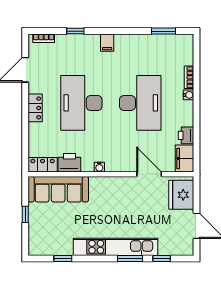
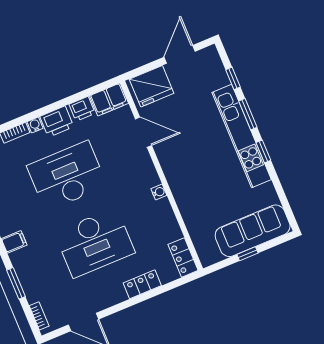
window: (75, 31) -> (16, 283), width x1.50
locker: (35, 108) -> (142, 284), moved
printer: (69, 163) -> (57, 122), moved, turned -90
door: (149, 174) -> (143, 132), swing flipped
sofa: (58, 189) -> (253, 231), moved, turned -90
window: (63, 258) -> (263, 151), moved

